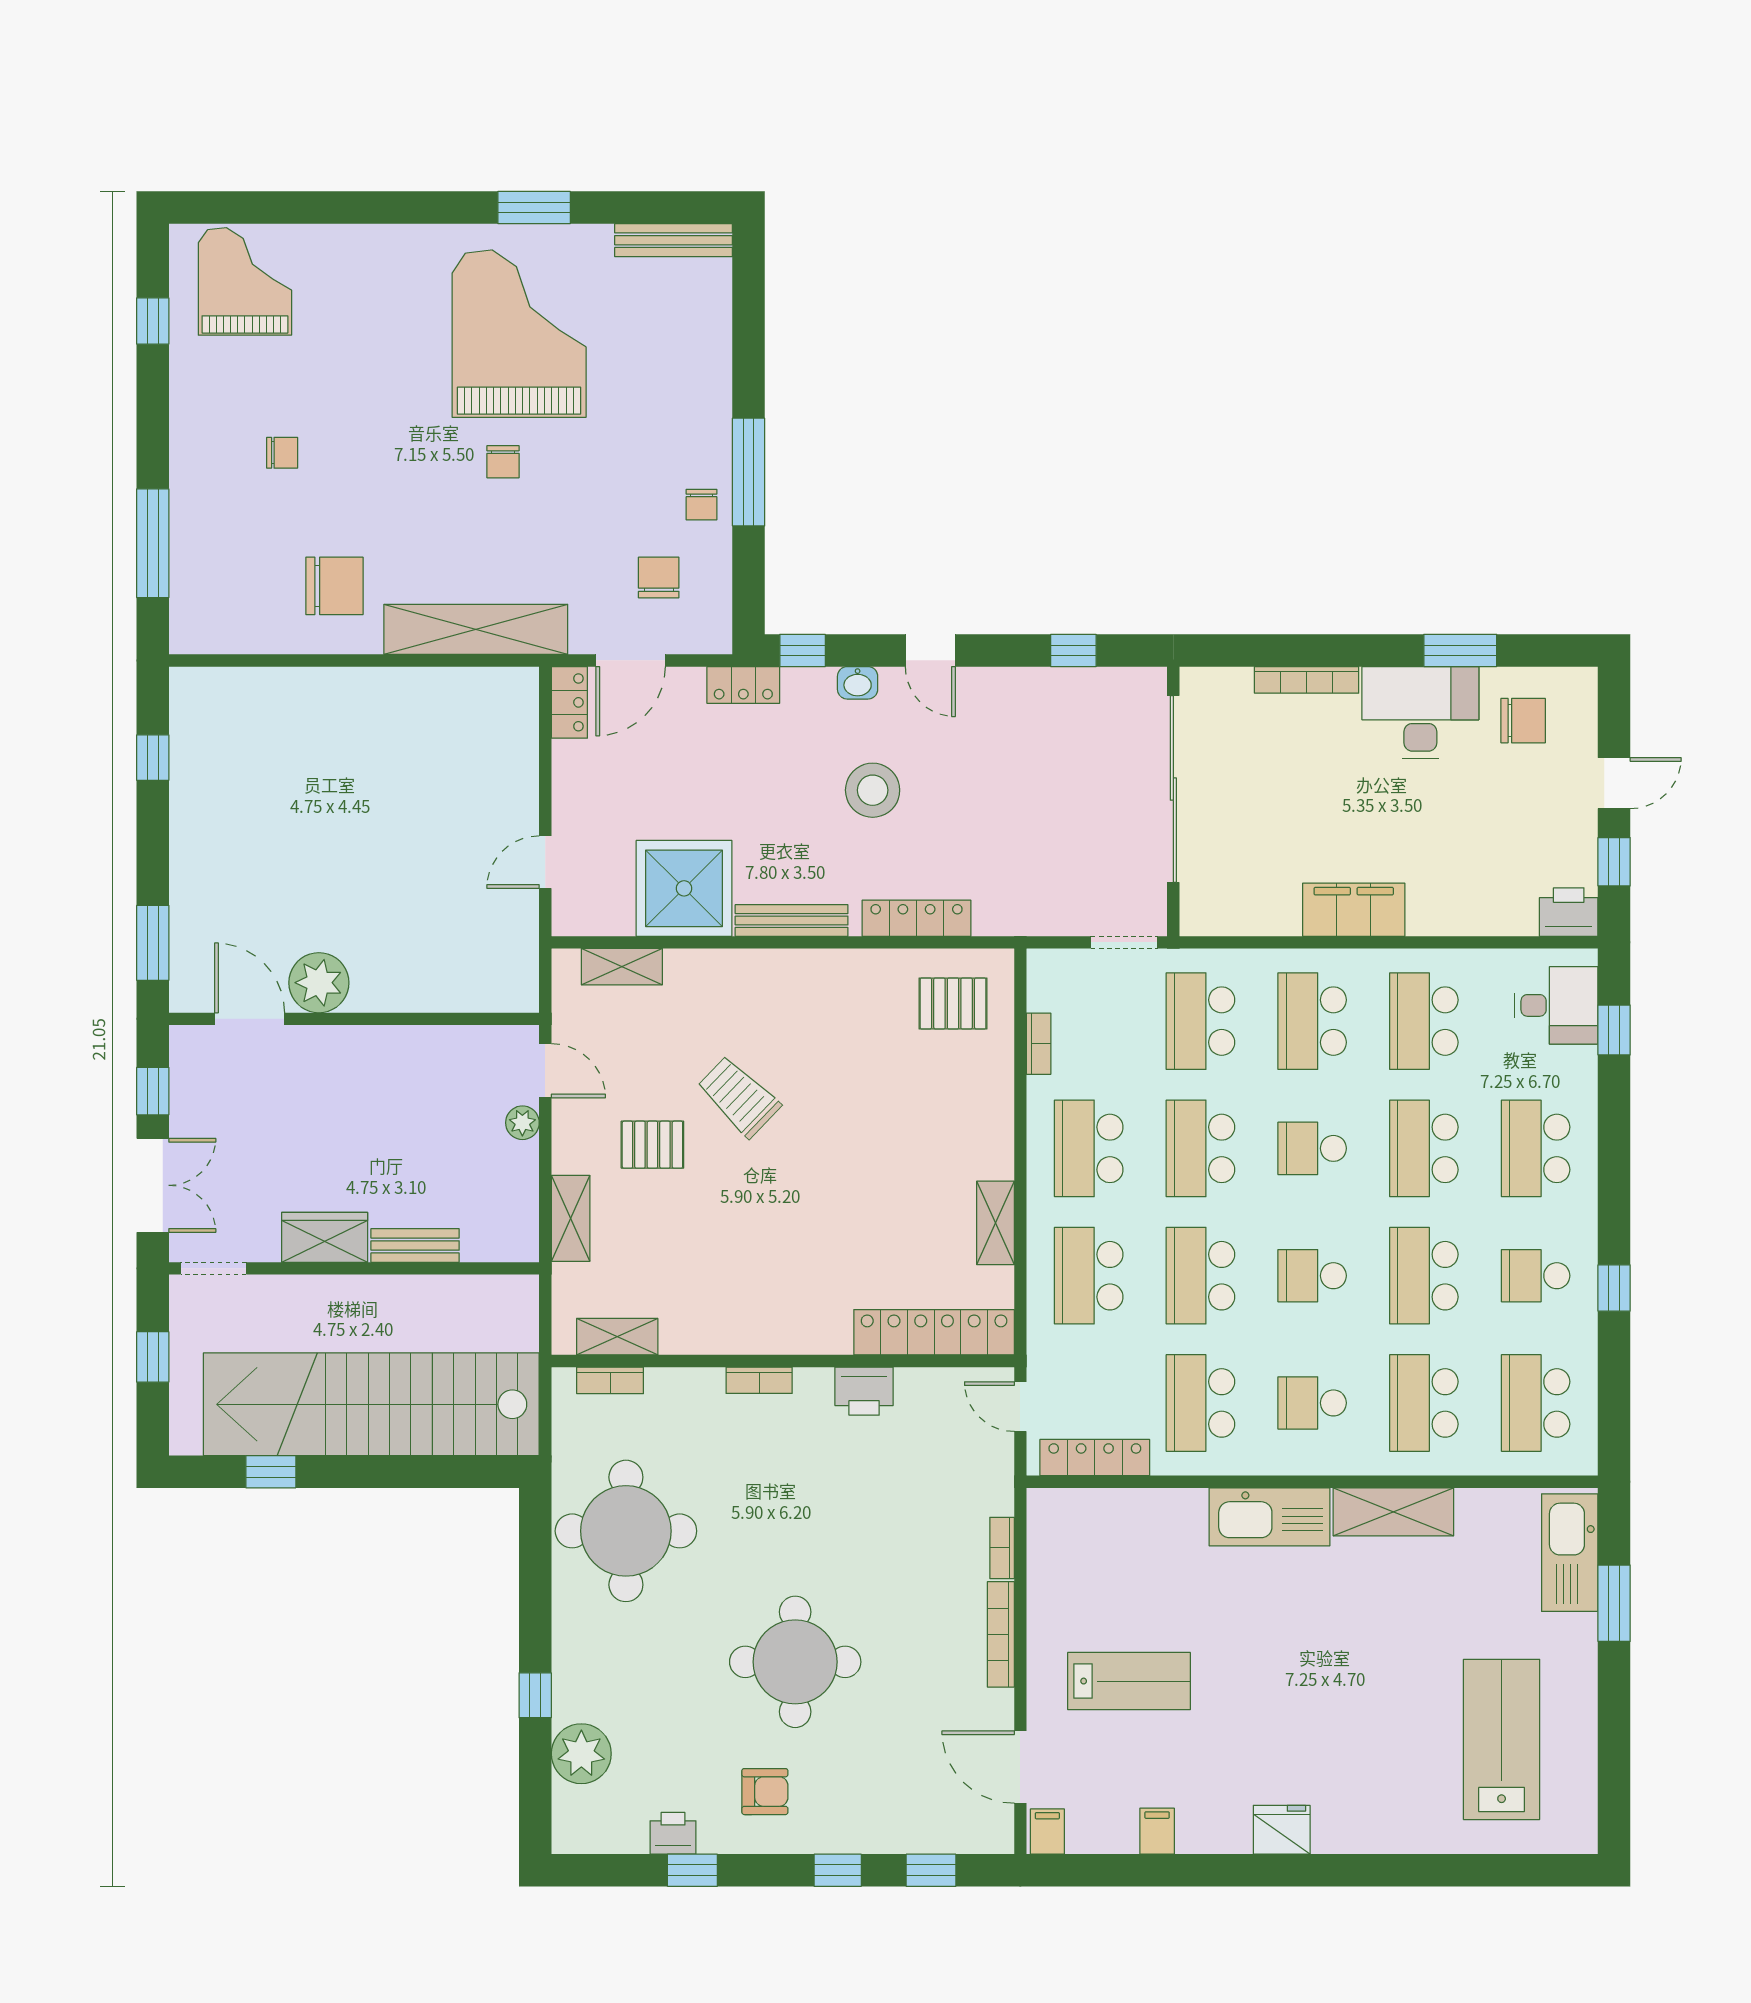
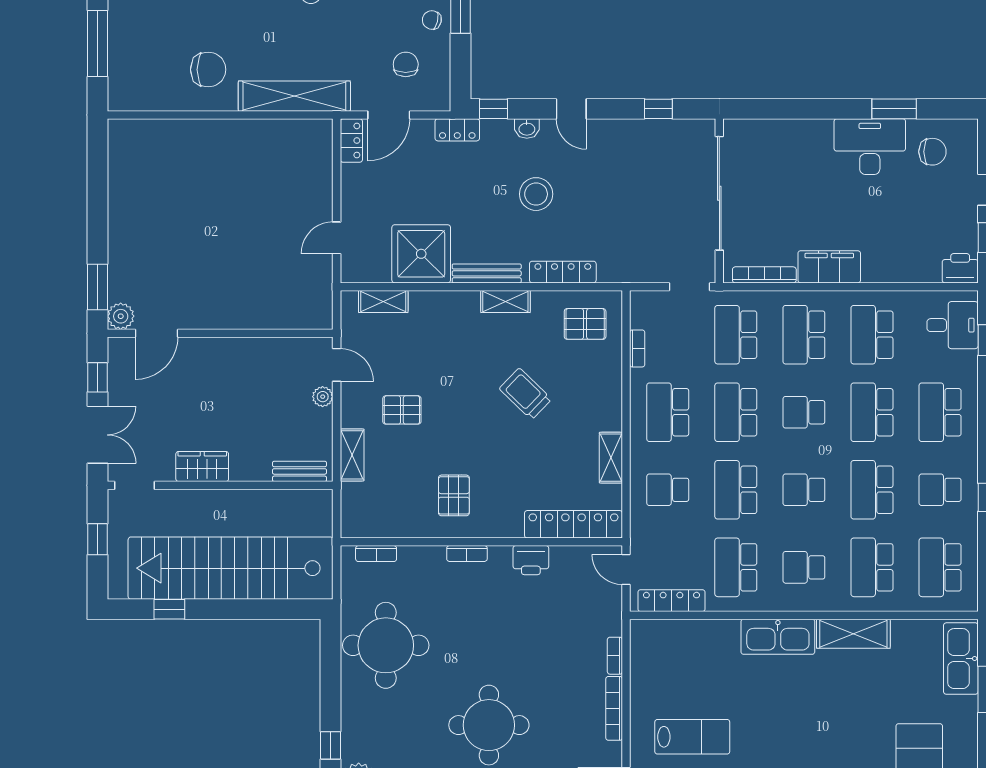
chair: (702, 505) -> (432, 20), turned 103
bookcase: (1307, 680) -> (764, 275), moved, turned 180
window: (153, 758) -> (97, 174), removed
plant: (319, 983) -> (121, 316), moved, width x0.73, depth x0.73
door: (250, 1019) -> (156, 333), swing flipped
trolley: (739, 1097) -> (525, 394), moved
bench: (415, 1246) -> (300, 471), moved
school desk: (1089, 1276) -> (668, 490), width x0.54
pallet: (738, 1285) -> (454, 495), added
shelving: (617, 1337) -> (505, 301), moved

